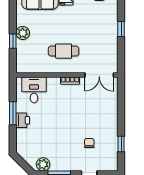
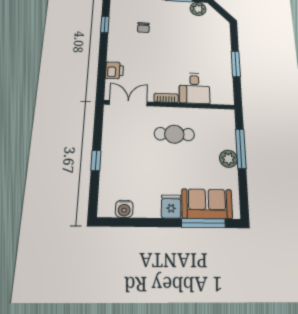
window: (13, 41) -> (241, 149), width x2.17
desk: (34, 90) -> (194, 88), moved
printer: (23, 120) -> (114, 70), moved, turned 180

